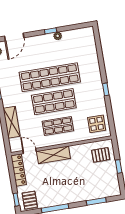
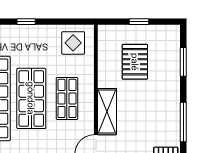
pallet: (101, 155) -> (135, 62), moved, width x1.50, depth x1.42

